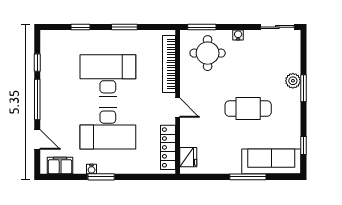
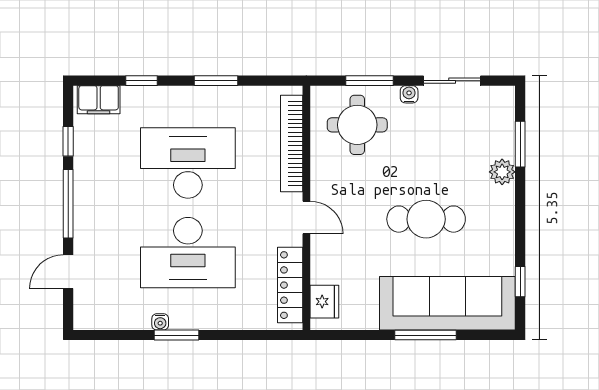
window: (202, 27) -> (370, 81), moved
sliding door: (277, 27) -> (452, 81), moved
window: (304, 88) -> (520, 144), moved
door: (37, 140) -> (68, 272), swing flipped
sofa: (271, 161) -> (447, 303), width x1.36, depth x1.27
filing cabinet: (60, 166) -> (99, 100), moved, turned 180

